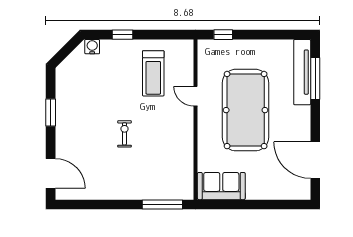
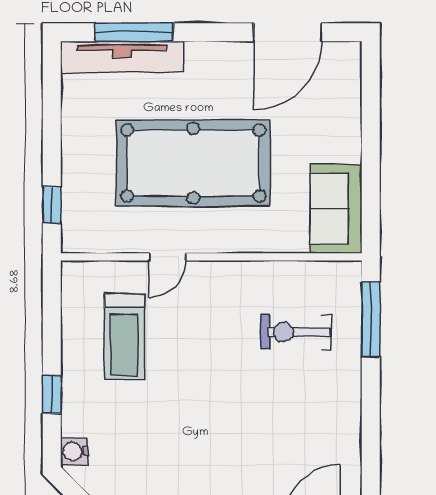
treadmill: (153, 73) -> (124, 336), turned 90
exercise bike: (124, 134) -> (296, 332), moved, width x1.38, depth x1.39

